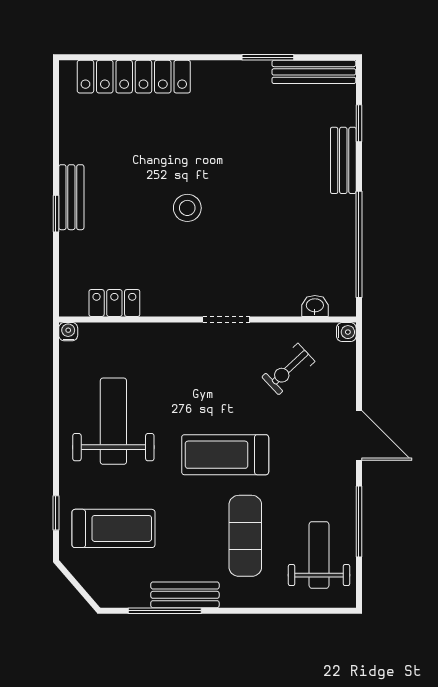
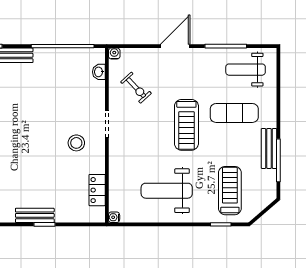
stool: (187, 208) -> (76, 143), moved

